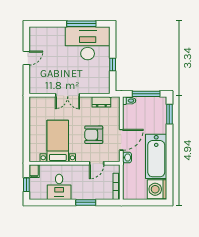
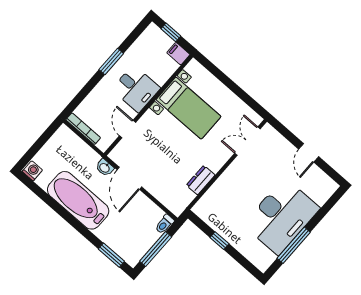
desk: (88, 43) -> (281, 216), moved
double door: (68, 95) -> (247, 141), moved
dresser: (101, 102) -> (201, 180), moved
armchair: (94, 135) -> (161, 153), removed
desk: (59, 187) -> (136, 89), moved, turned 180
washing machine: (157, 189) -> (32, 171), width x0.53, depth x0.53
window: (86, 202) -> (111, 61), moved

